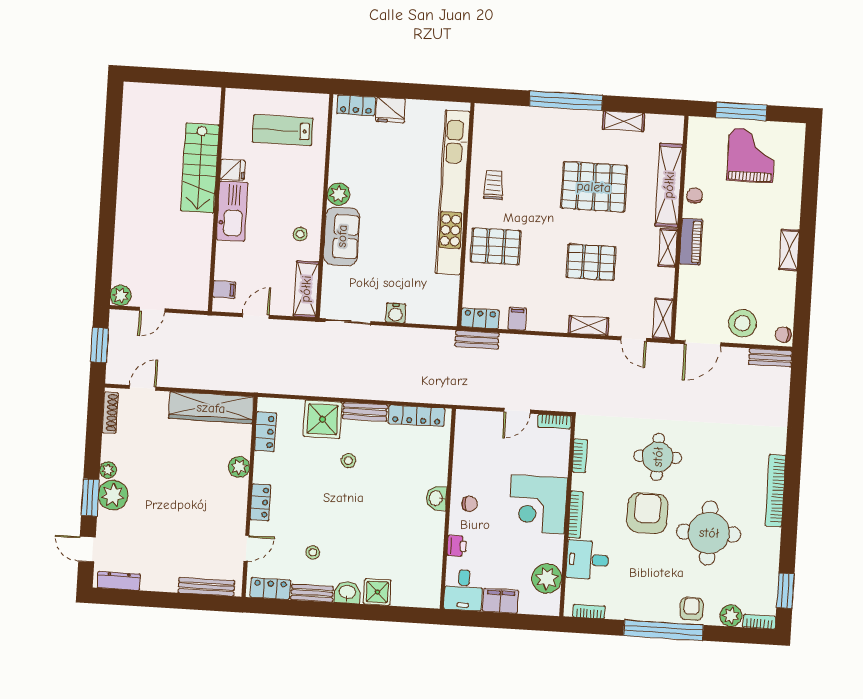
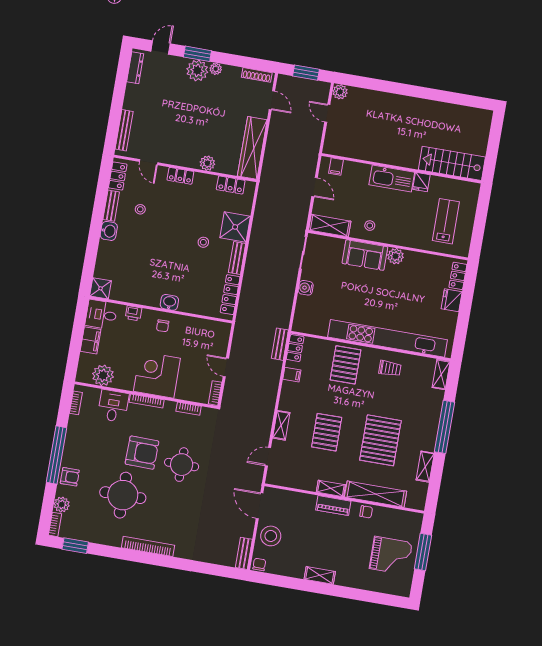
stairs: (200, 168) -> (452, 163), moved
shelving: (663, 319) -> (441, 374), moved, turned 90
shower: (377, 592) -> (101, 288), moved

